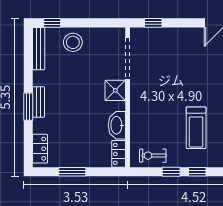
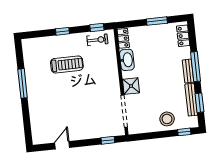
bench: (39, 49) -> (191, 100), moved
window: (28, 59) -> (199, 103), added
window: (28, 107) -> (196, 67), width x1.44
treadmill: (196, 128) -> (67, 64), turned 90
window: (171, 172) -> (97, 28), moved

